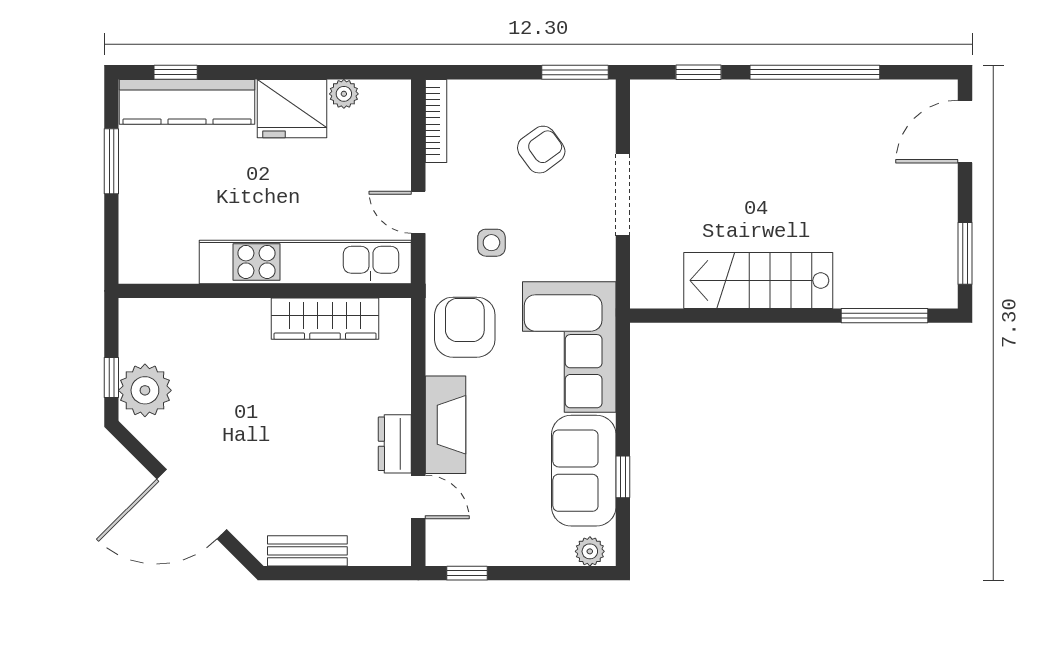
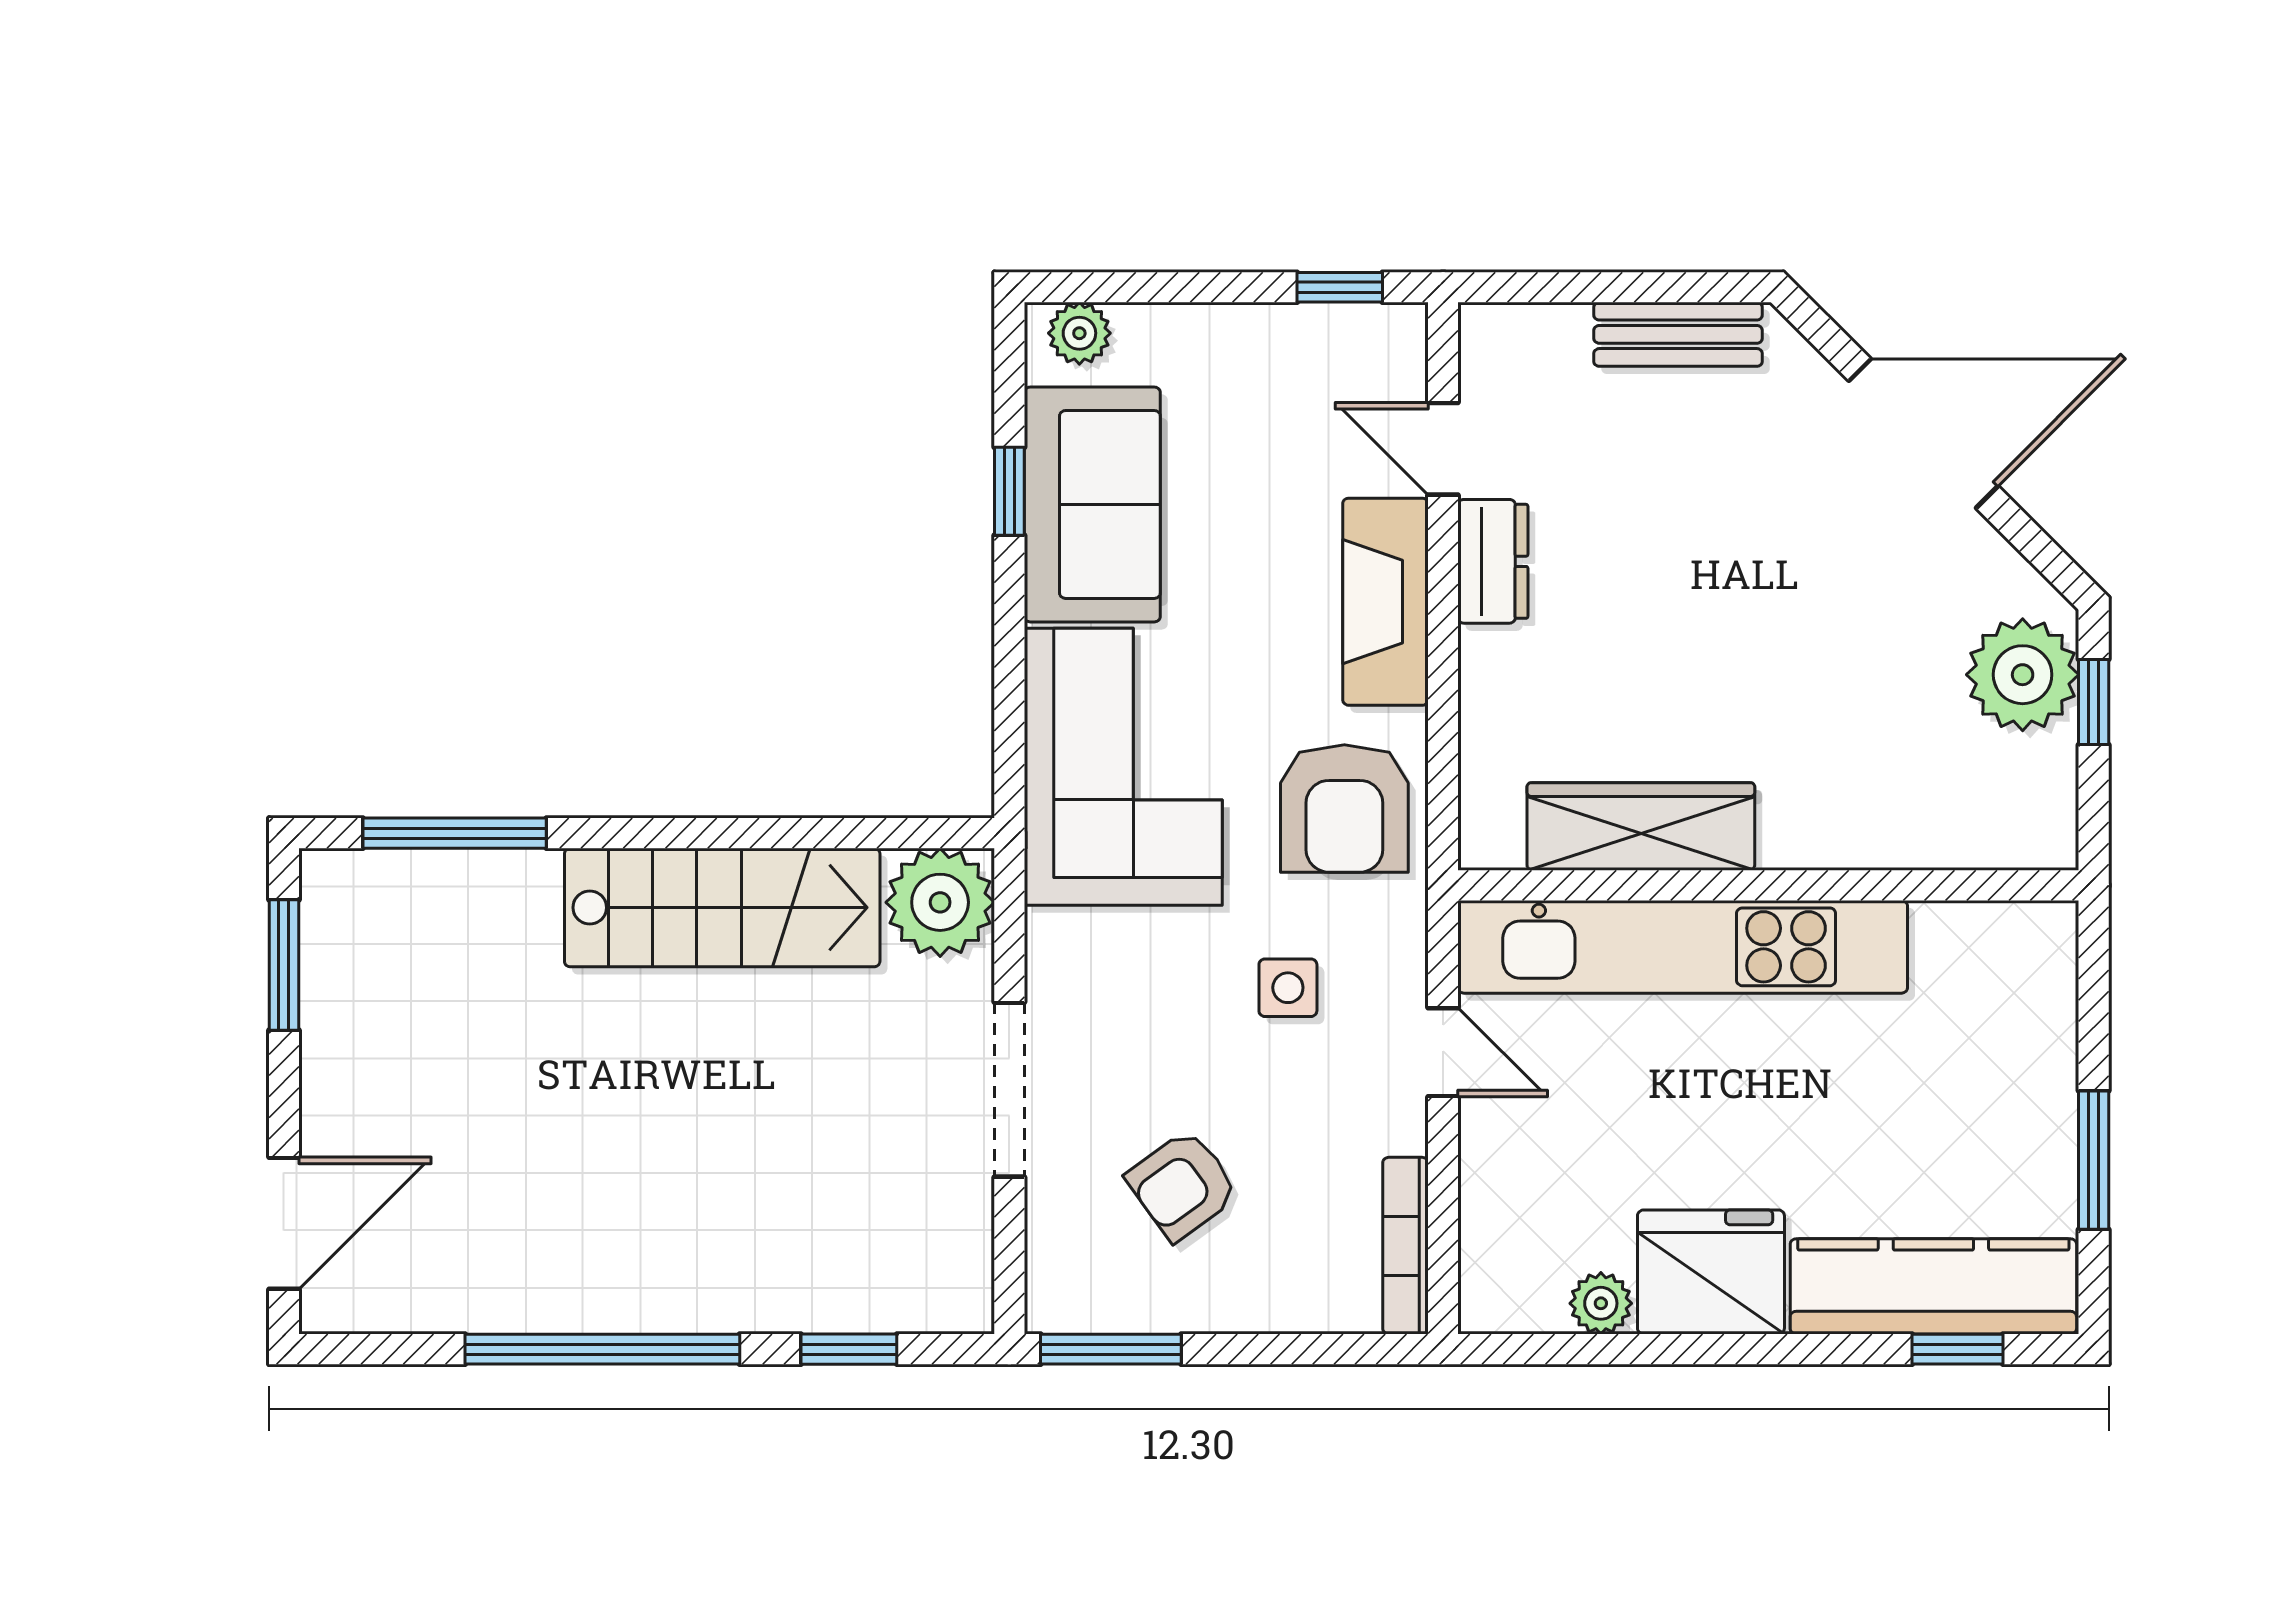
plant: (656, 283) -> (940, 902), added

